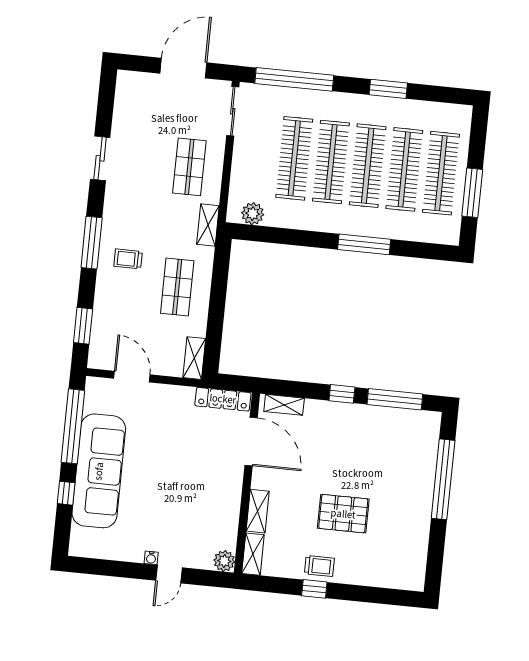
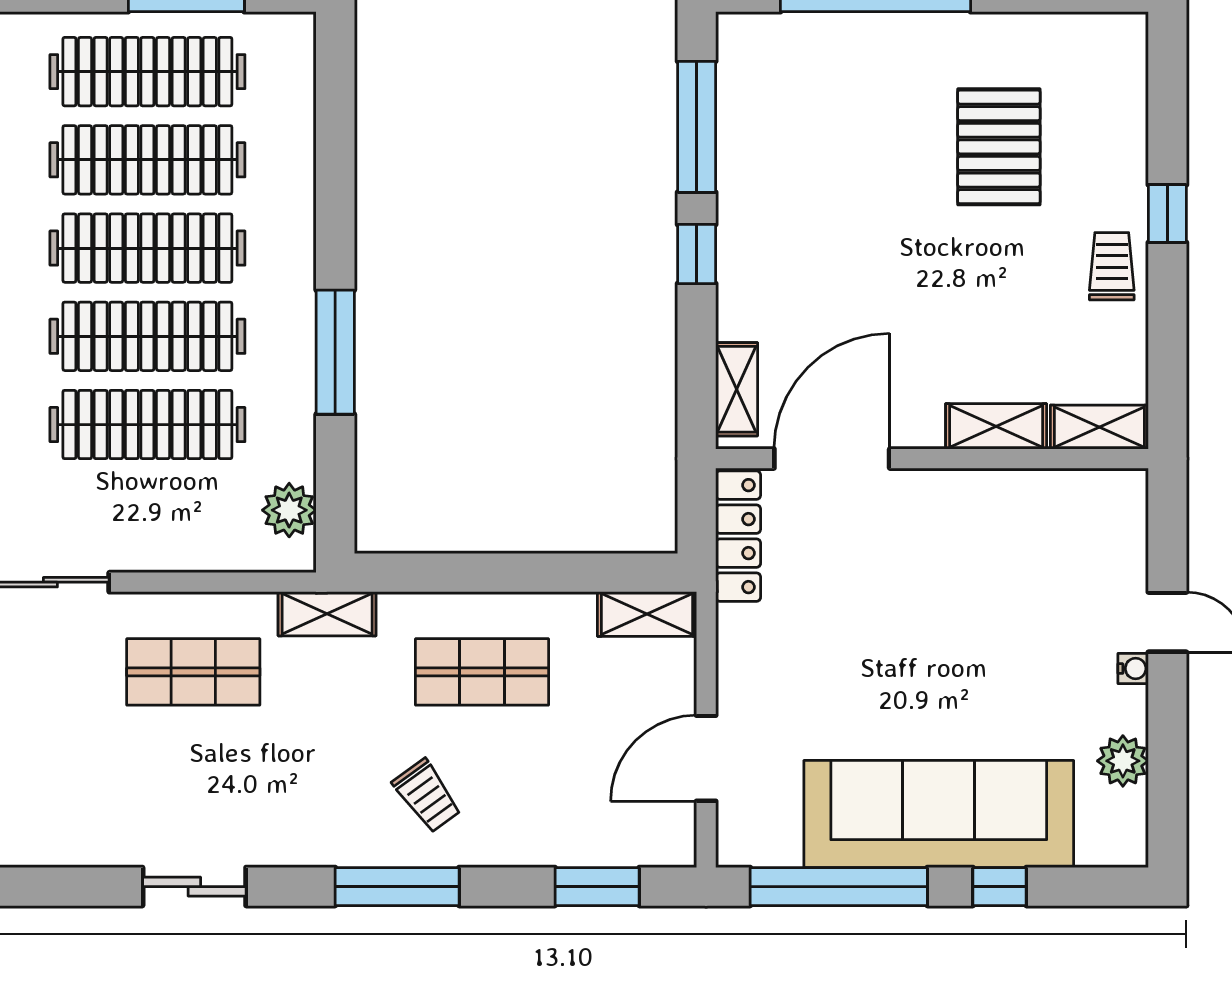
window: (364, 244) -> (335, 352), moved
trolley: (128, 259) -> (427, 796), turned -36
pallet: (343, 514) -> (999, 147), moved
plant: (224, 561) -> (1123, 761), moved
window: (314, 589) -> (1167, 214), moved

